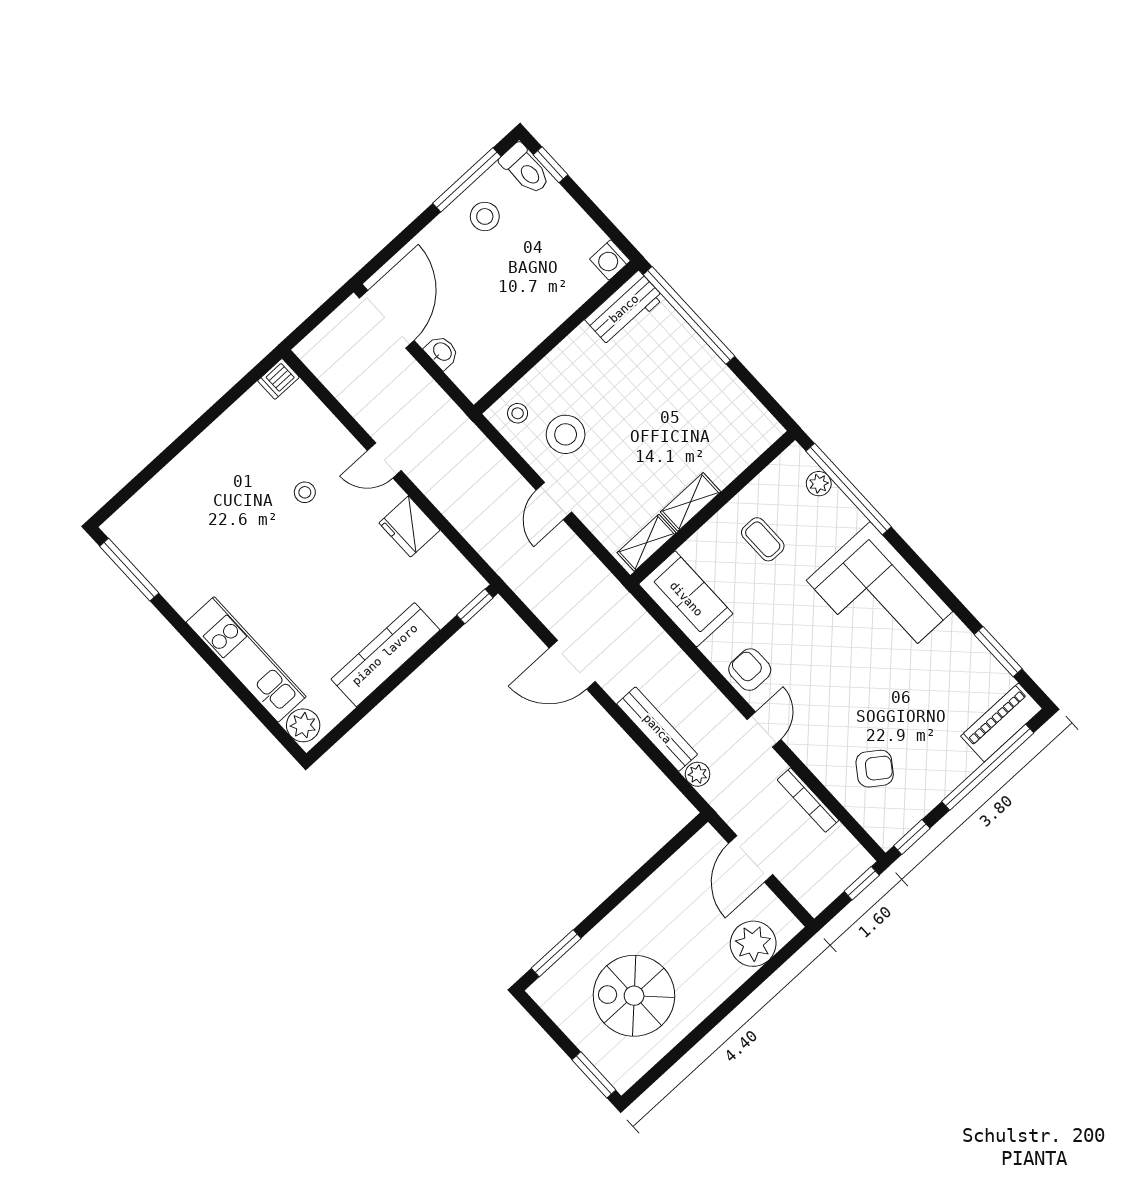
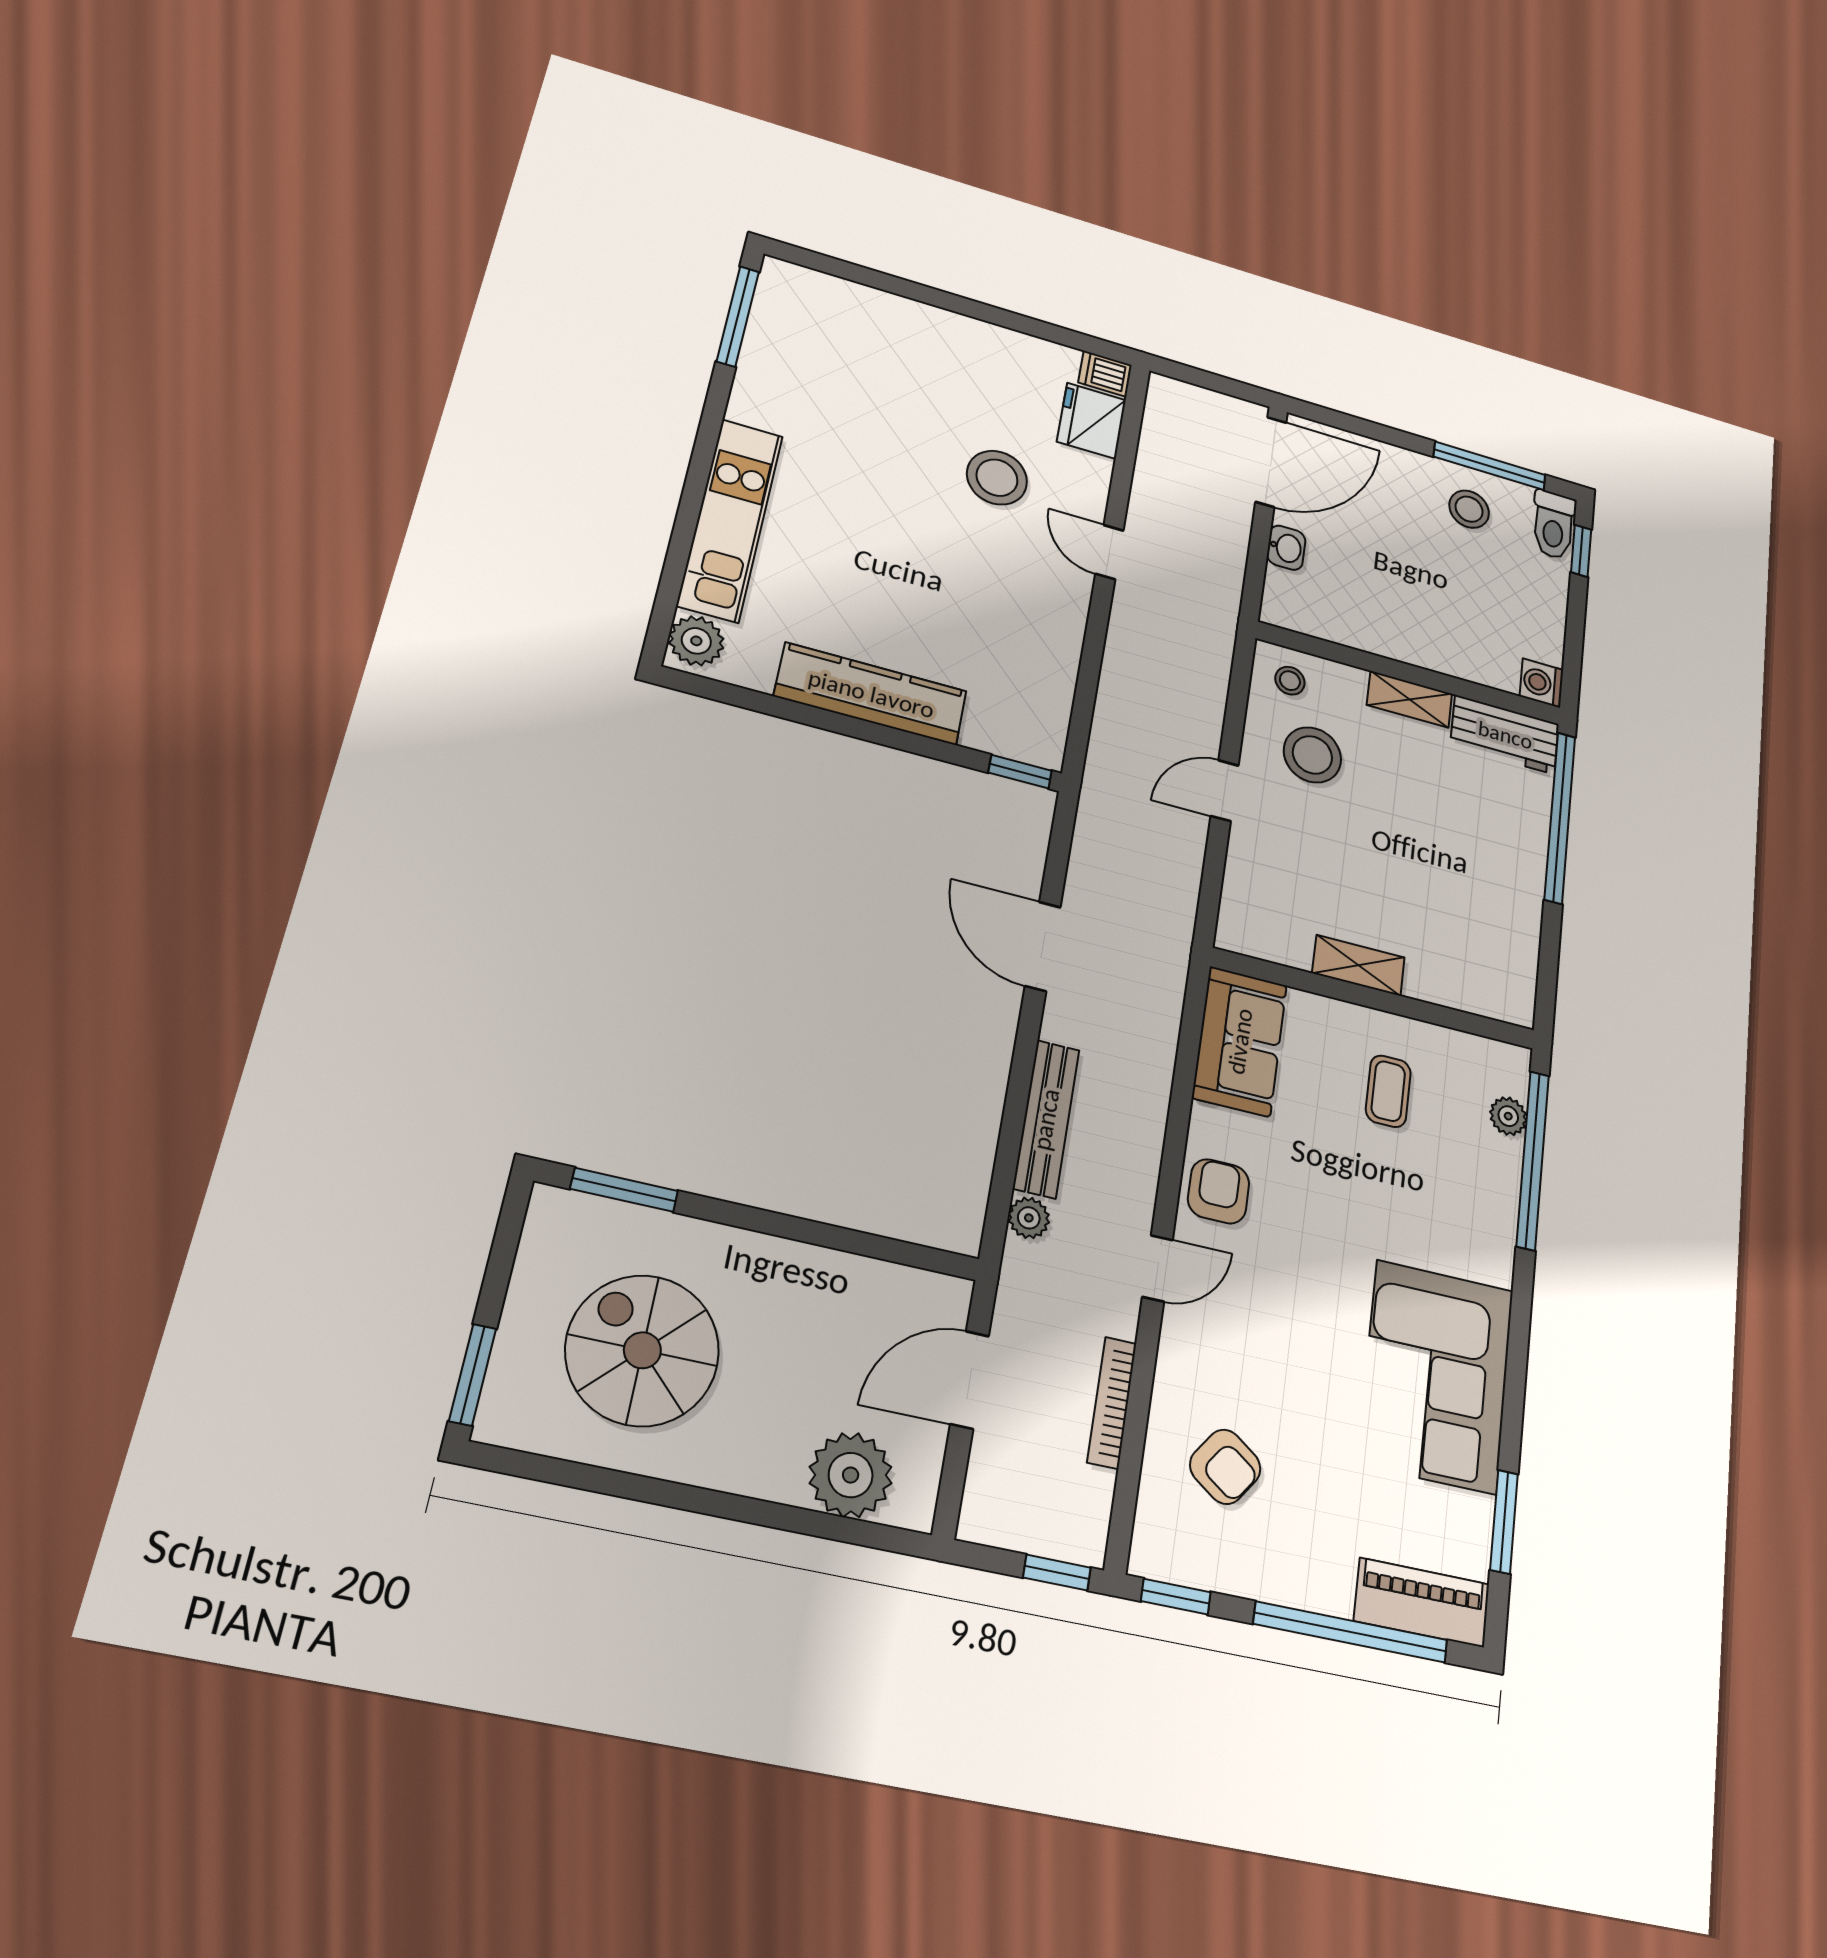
stool: (305, 492) -> (997, 478), width x1.89, depth x1.89
fridge: (409, 527) -> (1091, 421), moved
shelving: (647, 543) -> (1410, 699), moved
corner sofa: (879, 596) -> (1436, 1376), moved

